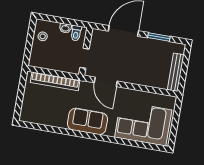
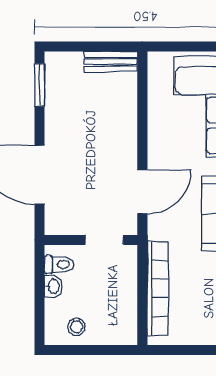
window: (159, 37) -> (40, 85), moved
bench: (176, 72) -> (111, 62), width x0.73

